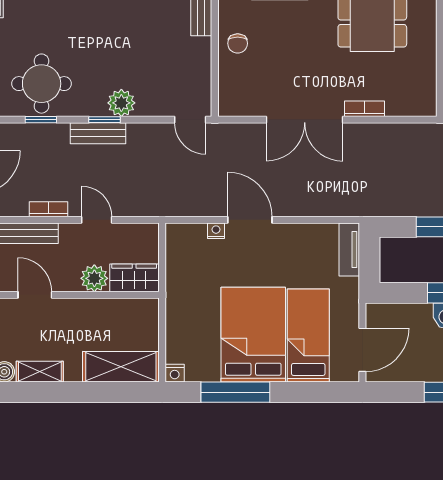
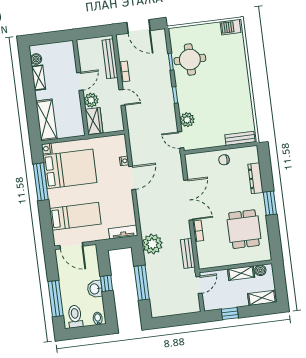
plant: (121, 103) -> (187, 120), moved
door: (190, 120) -> (181, 140), hinge flipped
double door: (305, 120) -> (188, 200), swing flipped
bench: (98, 133) -> (188, 253), moved
plant: (378, 198) -> (152, 244), added
door: (97, 220) -> (122, 98), hinge flipped
door: (35, 295) -> (80, 81), moved
bed: (253, 335) -> (70, 169), moved

